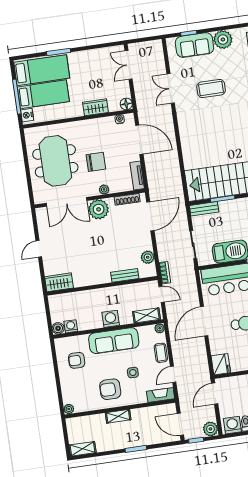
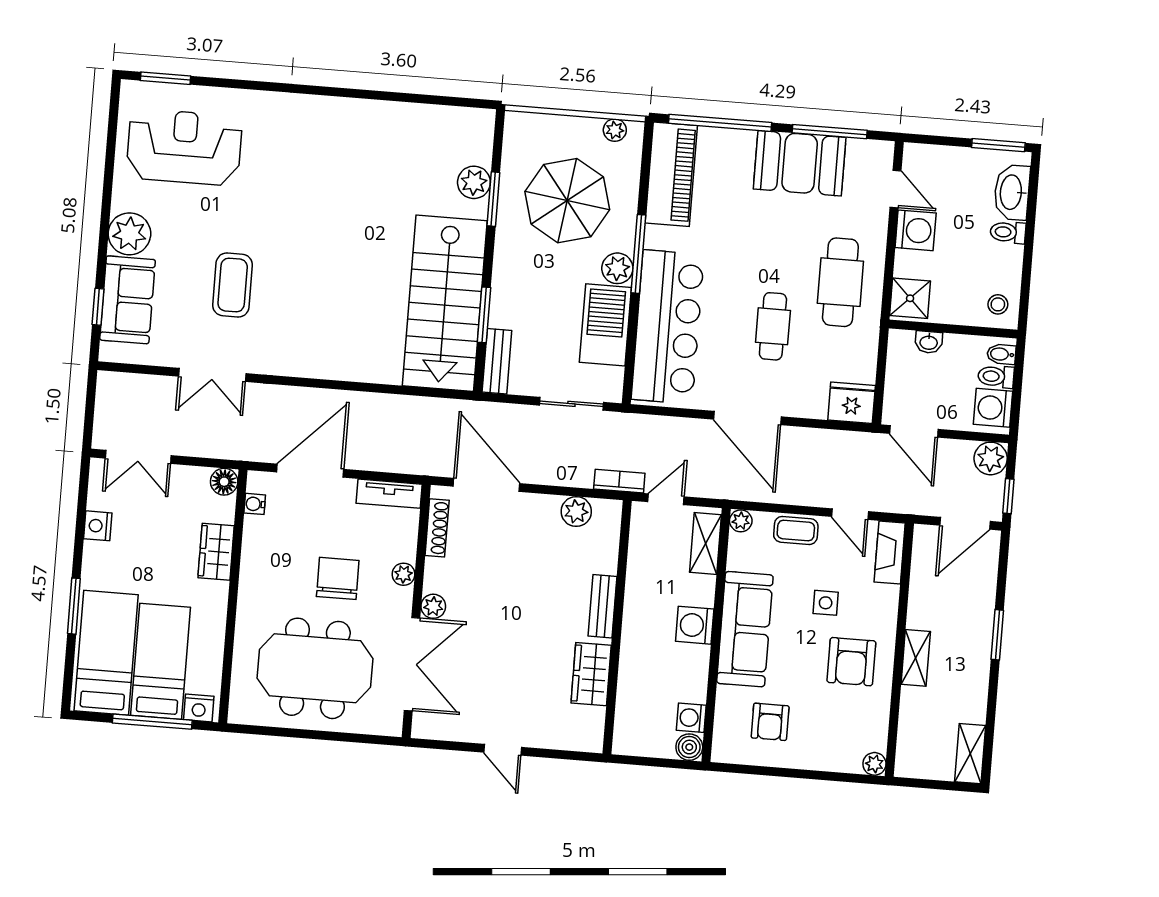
nightstand: (95, 54) -> (98, 526), added
plant: (99, 209) -> (433, 606), width x0.53, depth x0.53
bench: (125, 275) -> (603, 606), moved
wardrobe: (59, 282) -> (591, 674), moved

